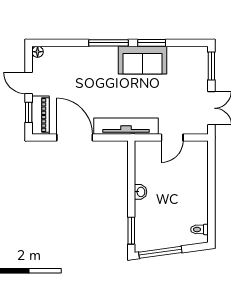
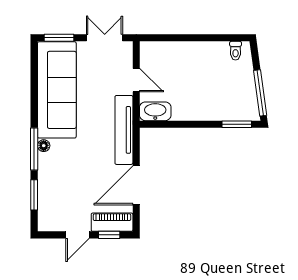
window: (152, 43) -> (34, 195), moved
floor lamp: (38, 52) -> (44, 146), moved
sofa: (143, 60) -> (57, 90), width x1.85, depth x1.27
washbasin: (141, 192) -> (155, 111), moved, width x1.91, depth x1.45

